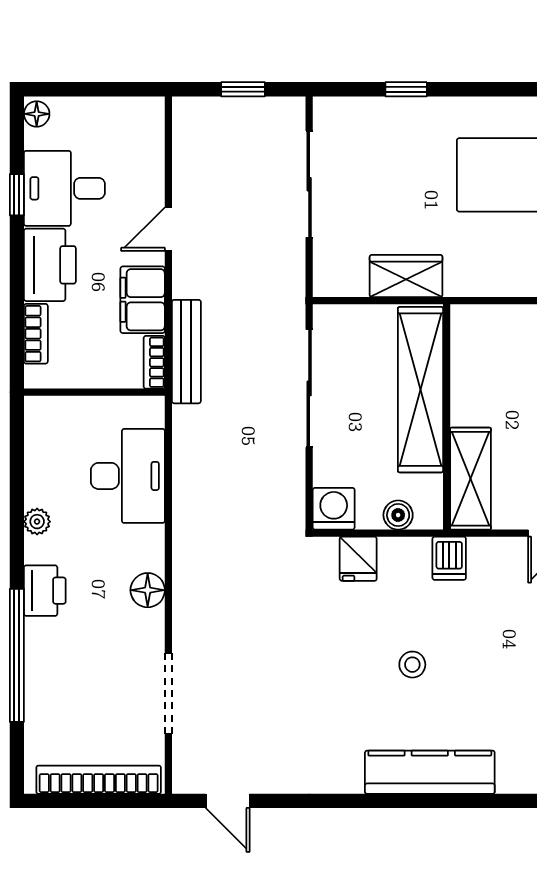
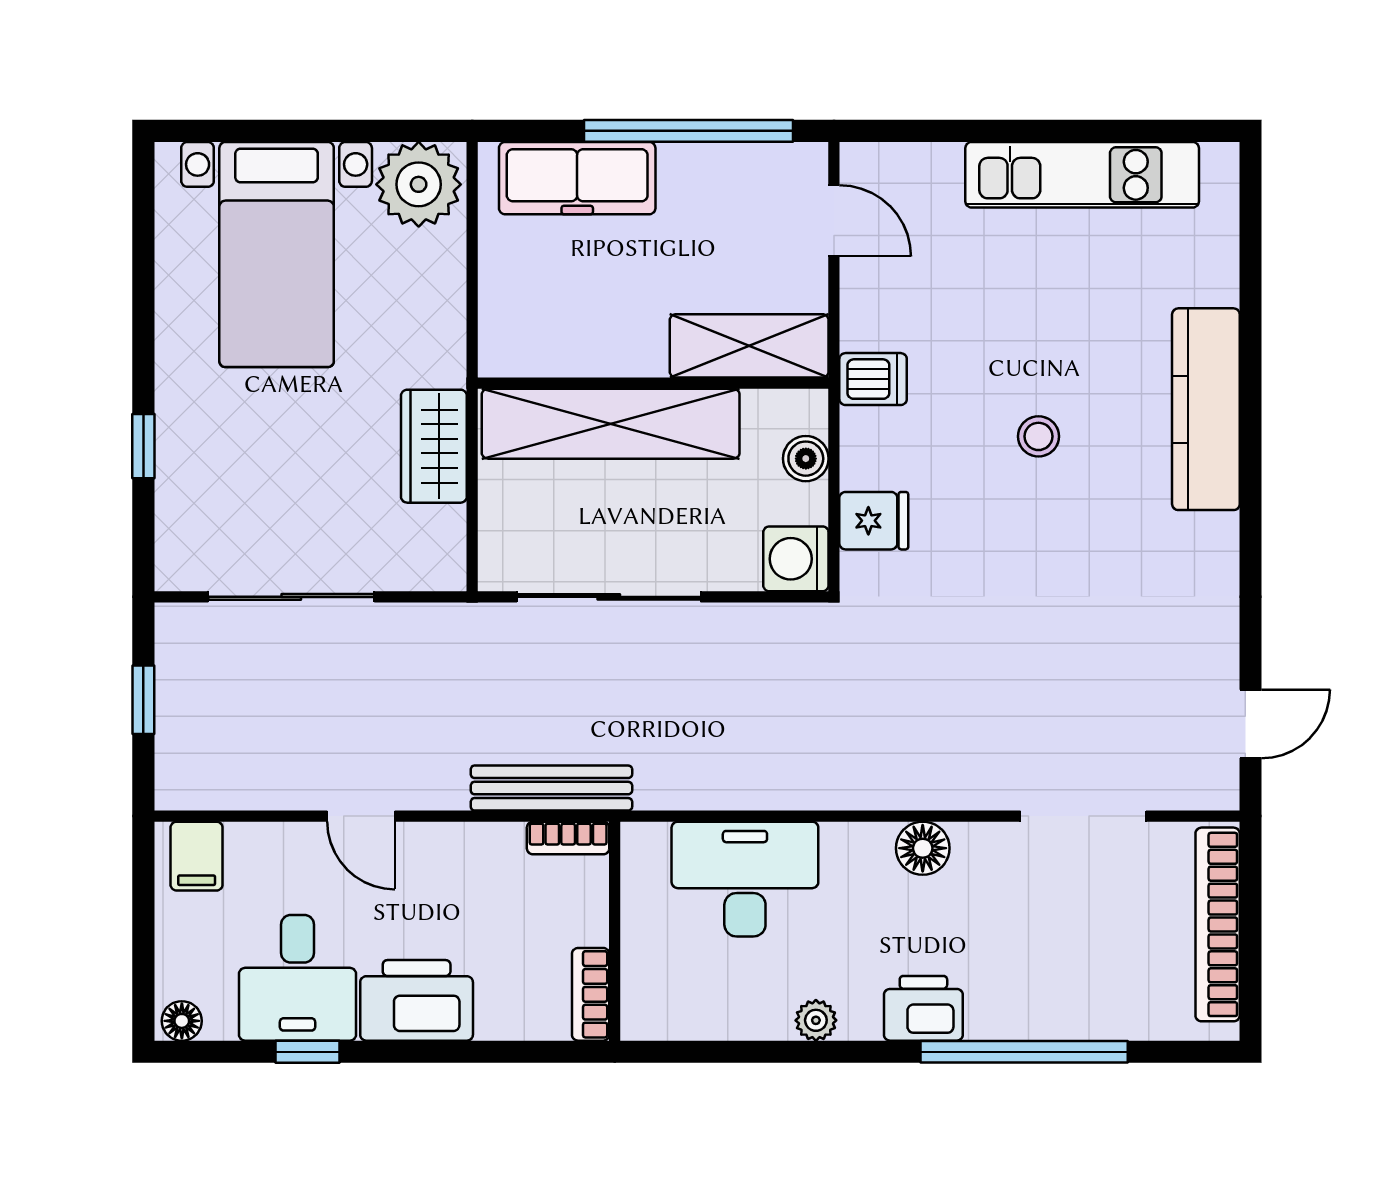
filing cabinet: (143, 300) -> (197, 856), moved, width x0.50
bookcase: (36, 334) -> (591, 994), moved, turned -90

